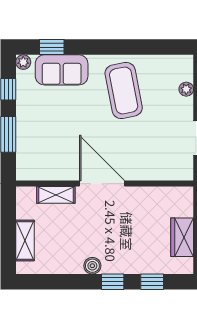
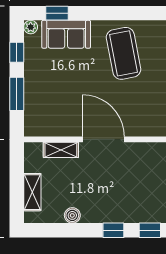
boiler: (92, 266) -> (72, 215), moved

